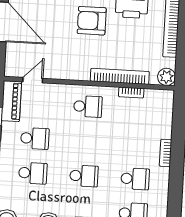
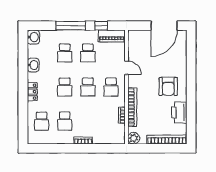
armchair: (92, 21) -> (168, 86), turned 180
door: (33, 80) -> (127, 68), moved
school desk: (86, 141) -> (88, 87), added

